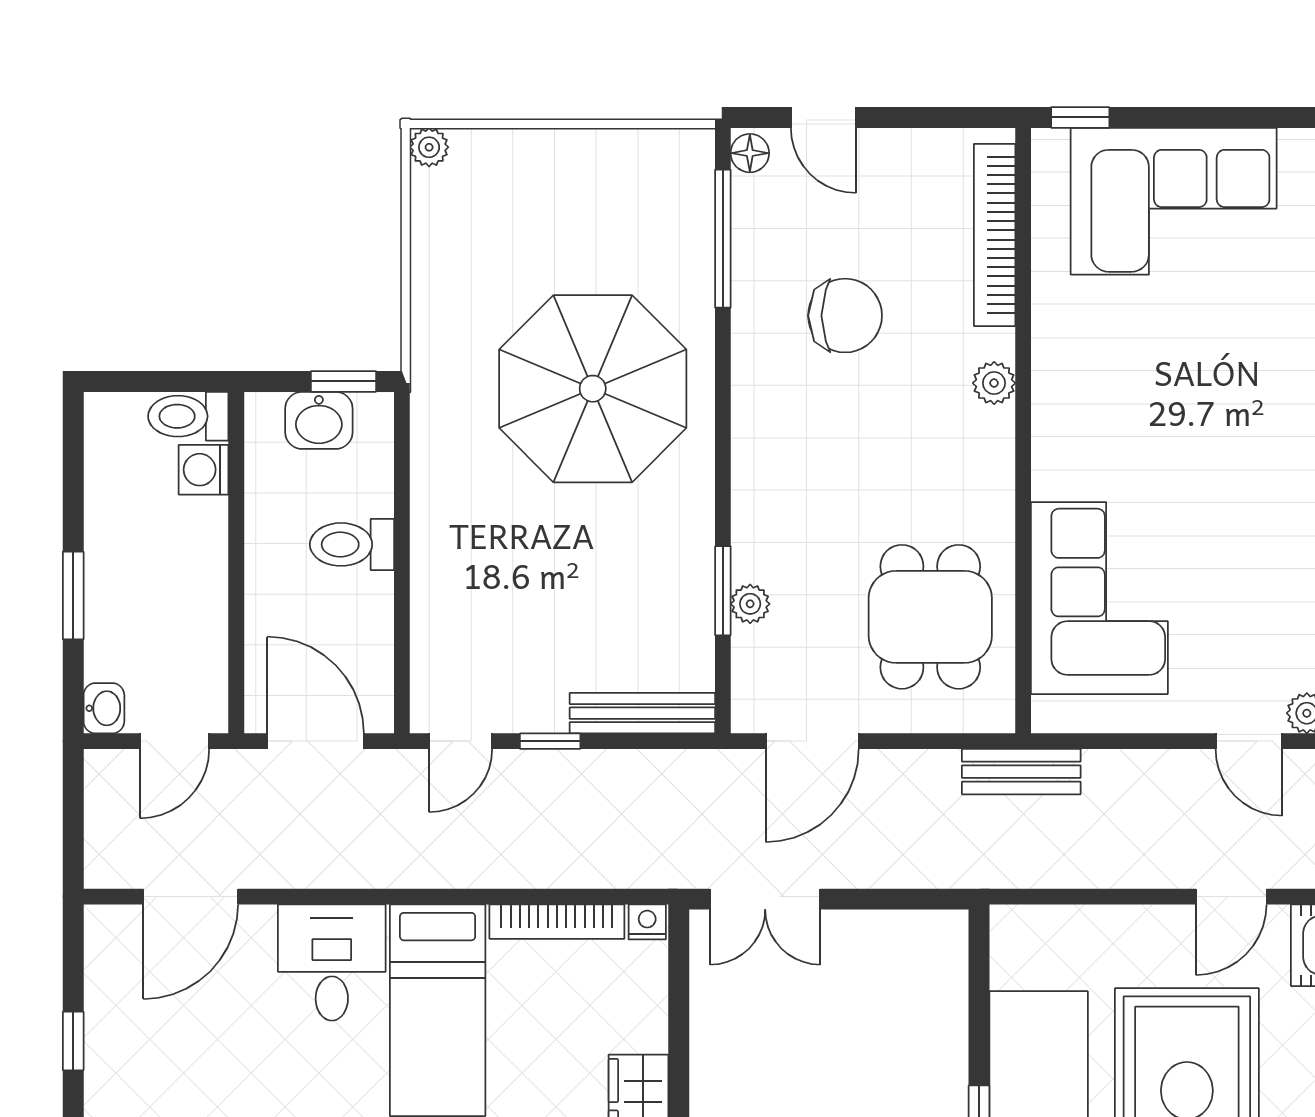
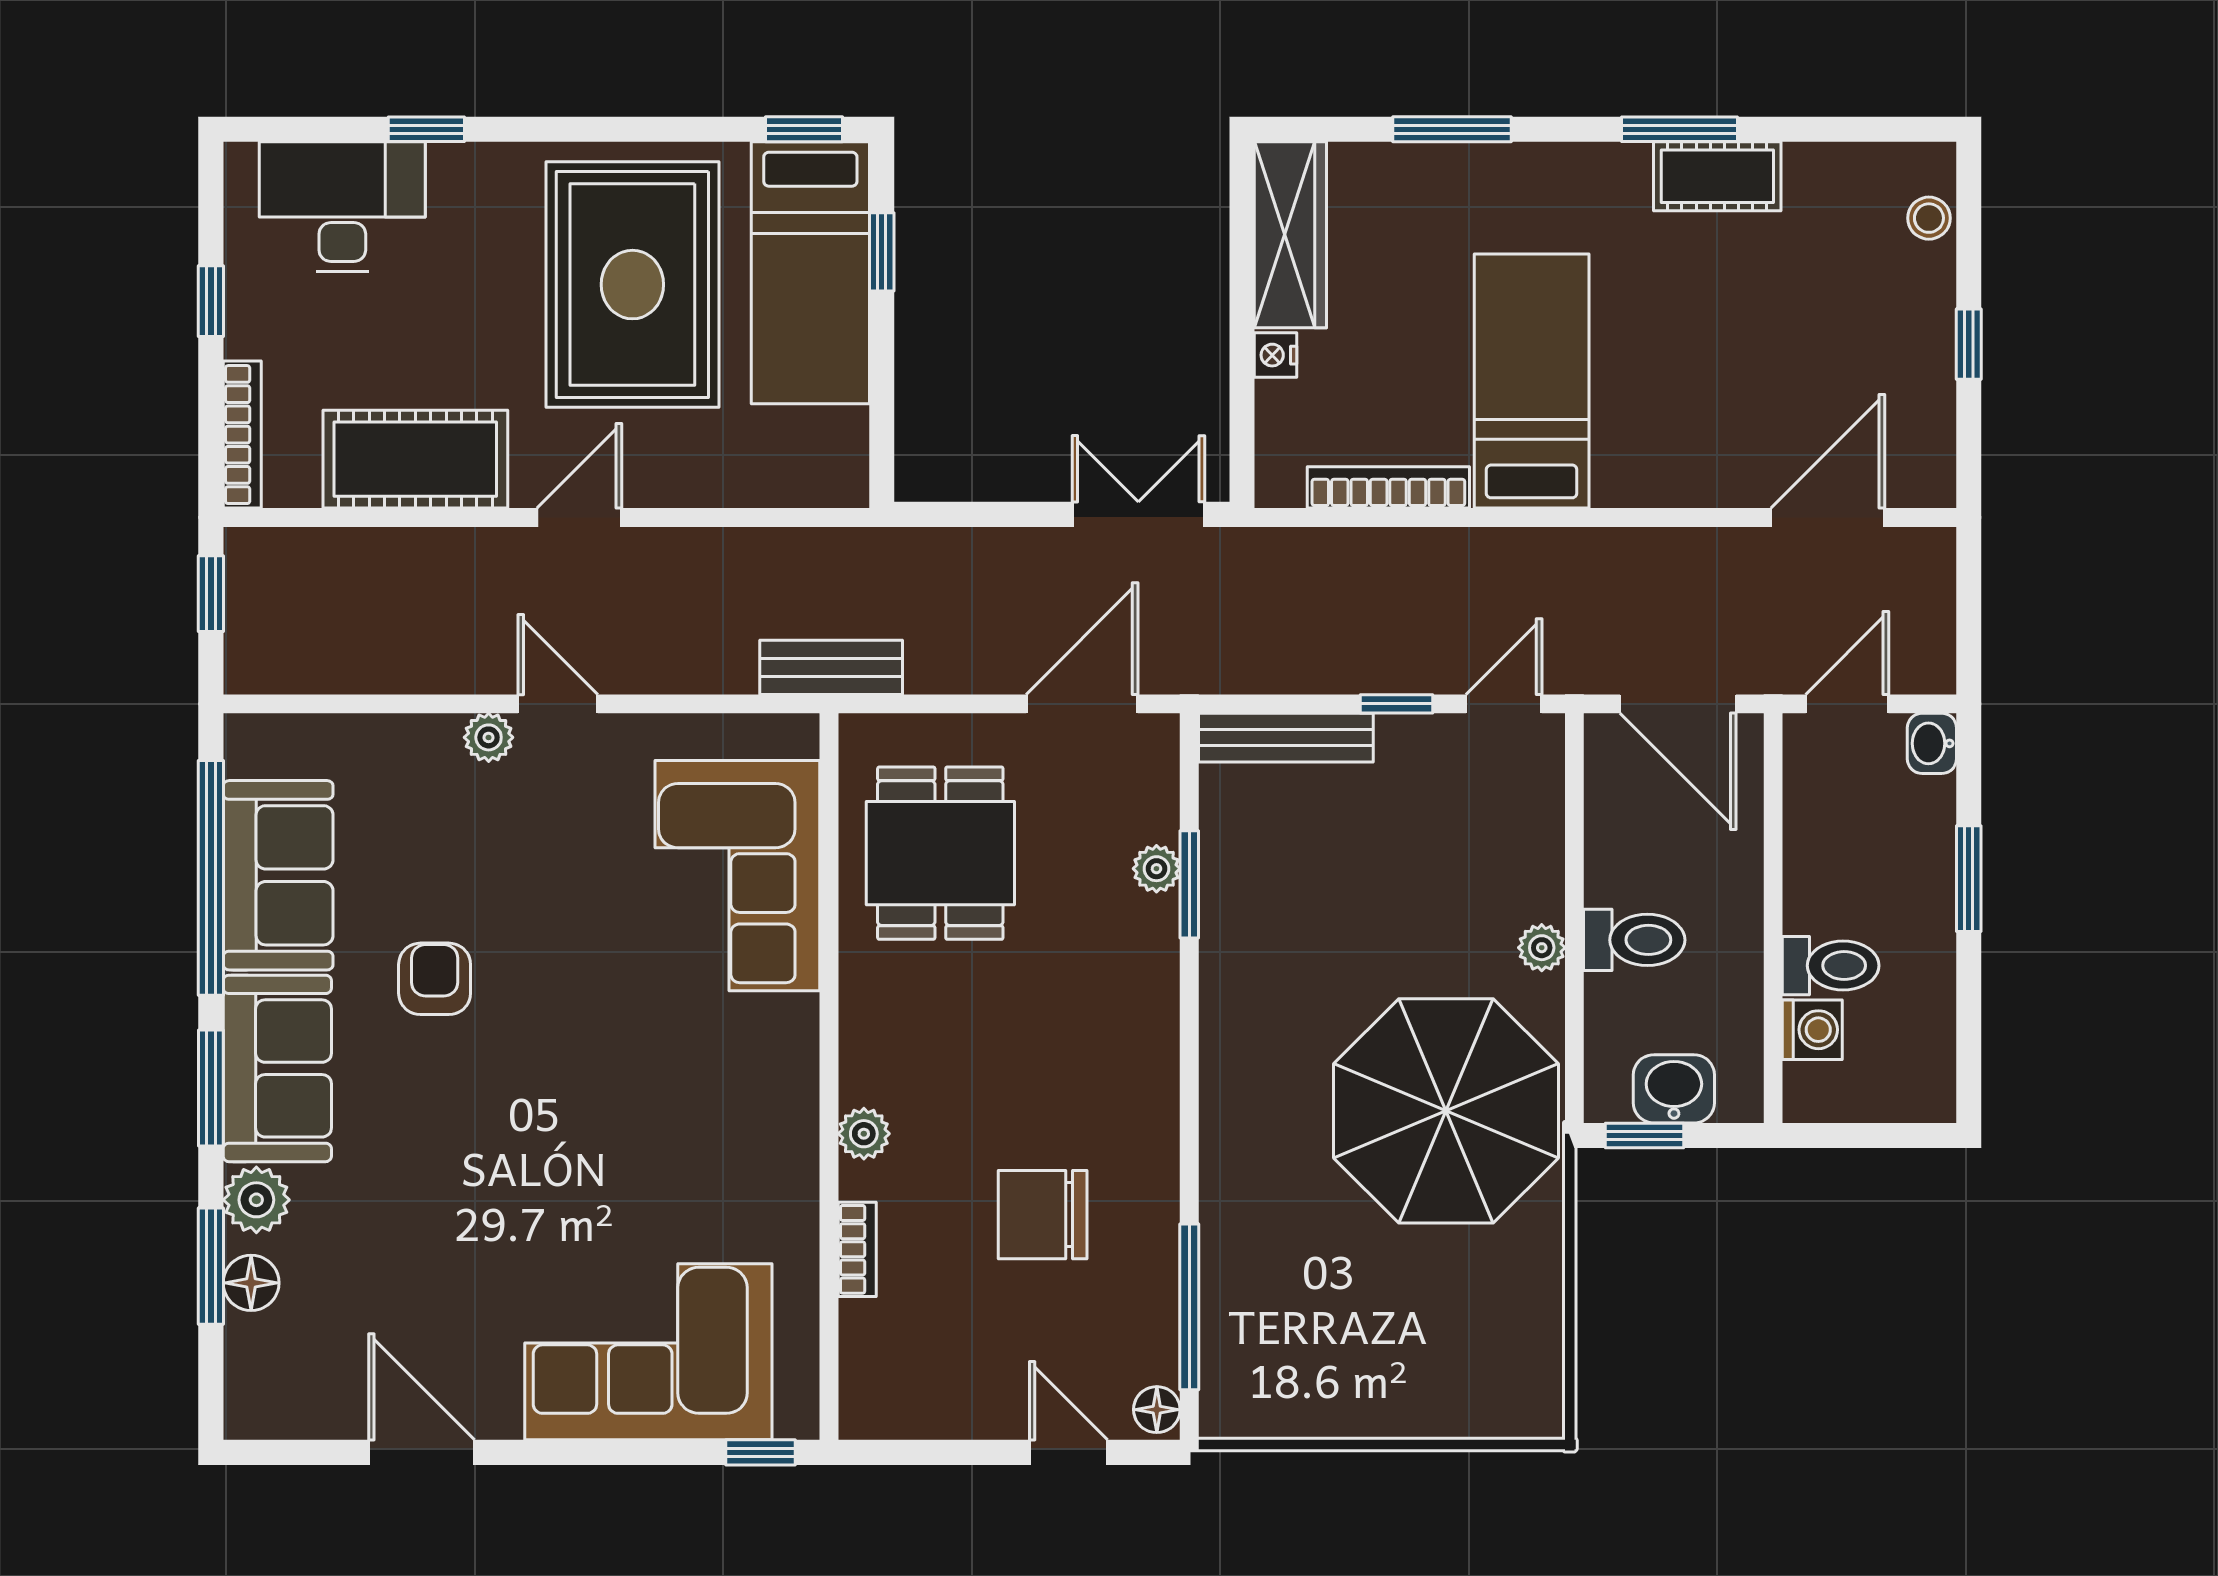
plant: (429, 147) -> (1542, 948), moved
bookcase: (995, 235) -> (857, 1249), width x0.43, depth x0.76
parasol: (593, 389) -> (1446, 1111), moved
toilet: (188, 416) -> (1831, 966), moved
nightstand: (647, 922) -> (1276, 355), moved, turned 90
desk: (332, 962) -> (1658, 438), removed

